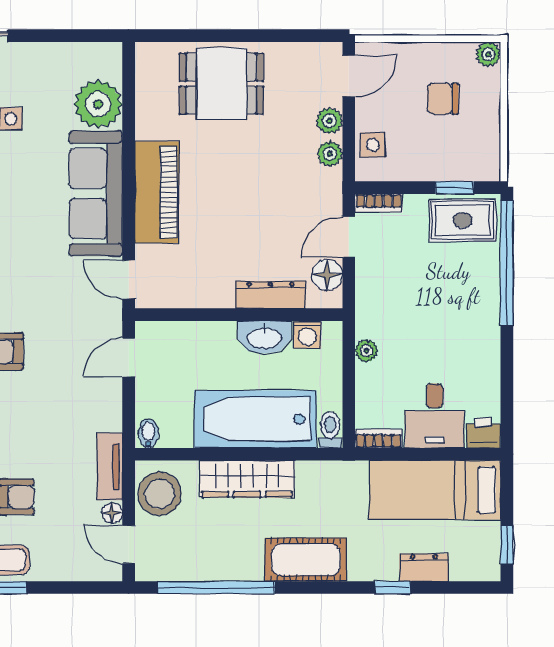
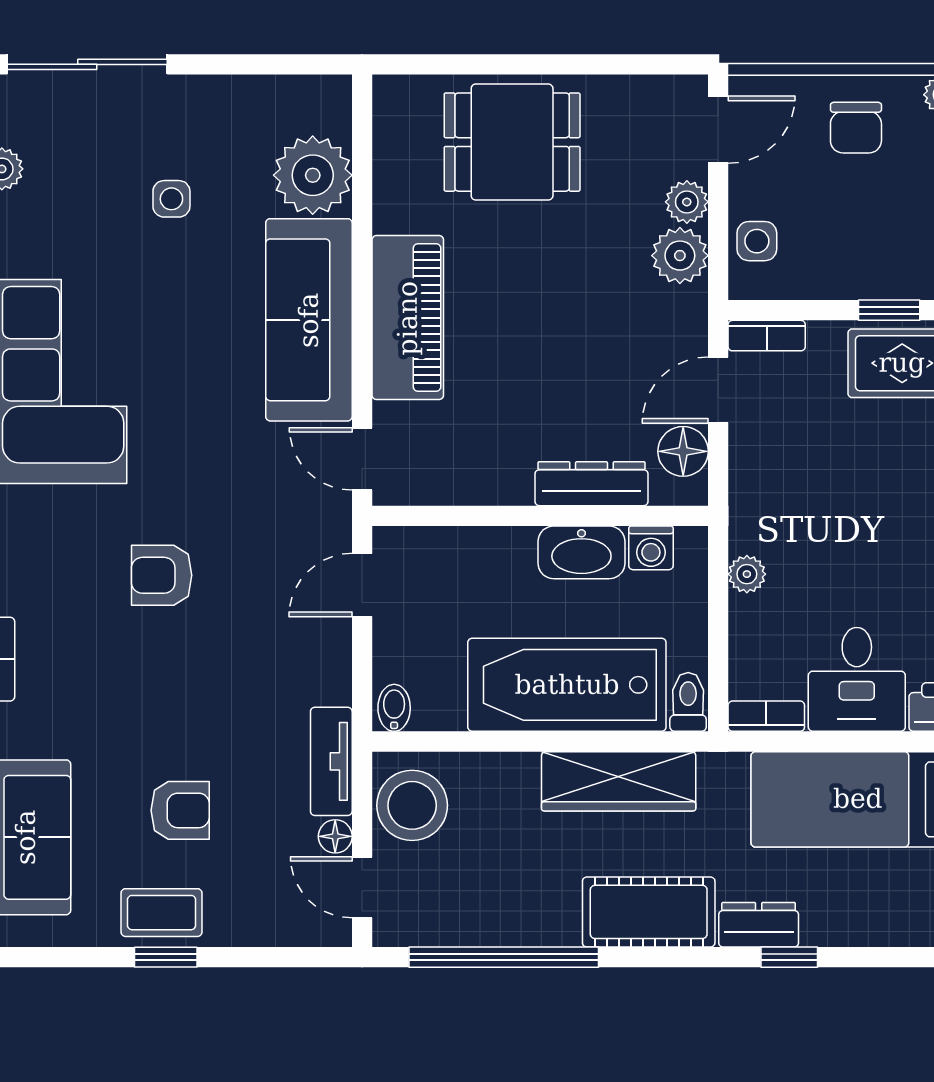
chair: (443, 99) -> (856, 128), moved, turned -90
plant: (330, 154) -> (680, 256), width x1.38, depth x1.38
wardrobe: (247, 479) -> (619, 781), moved
dresser: (424, 568) -> (759, 925), moved

